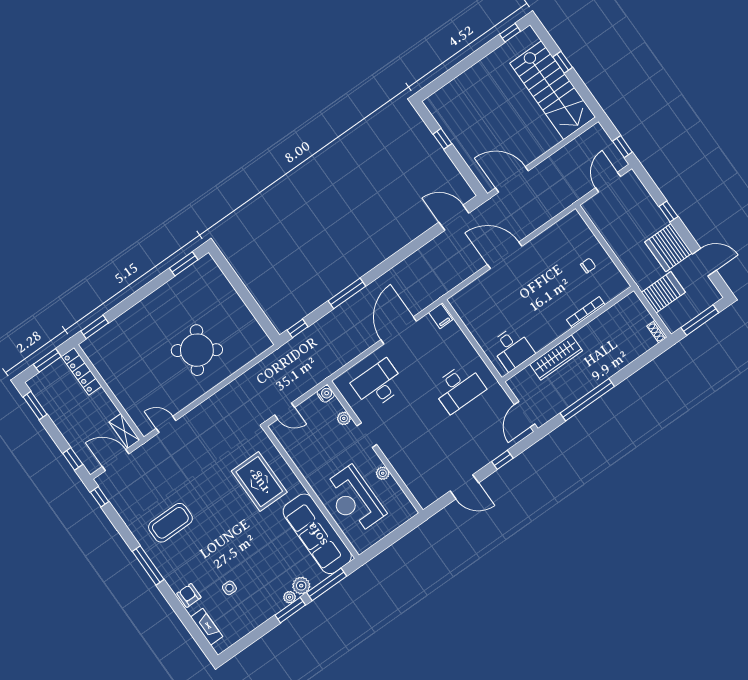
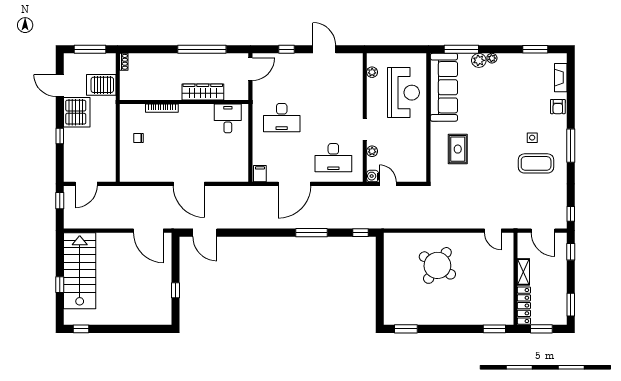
desk: (459, 388) -> (282, 118), turned 180
door: (285, 411) -> (388, 184), moved
shelving: (124, 431) -> (523, 272), moved
plant: (383, 473) -> (372, 72), moved
rug: (259, 482) -> (458, 149), width x0.73, depth x0.70
side table: (229, 588) -> (532, 138), moved
window: (290, 610) -> (535, 49), moved

